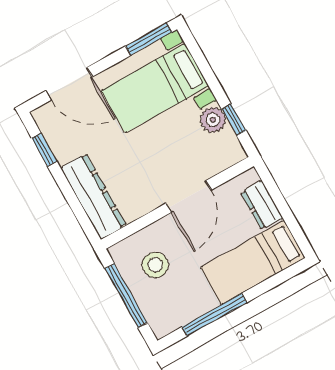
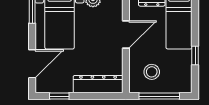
door: (189, 197) -> (126, 35), hinge flipped
window: (214, 315) -> (195, 56), width x0.46

